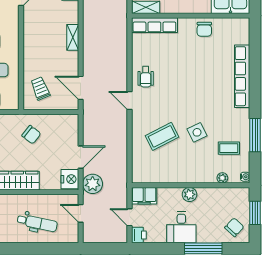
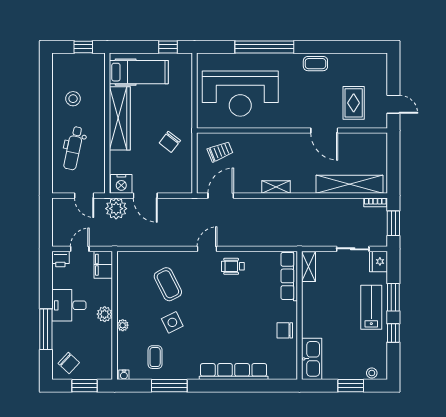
plant: (222, 178) -> (123, 325), moved
door: (81, 213) -> (84, 196), swing flipped

